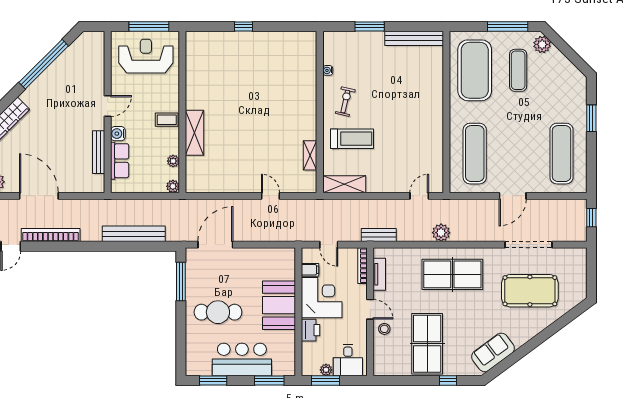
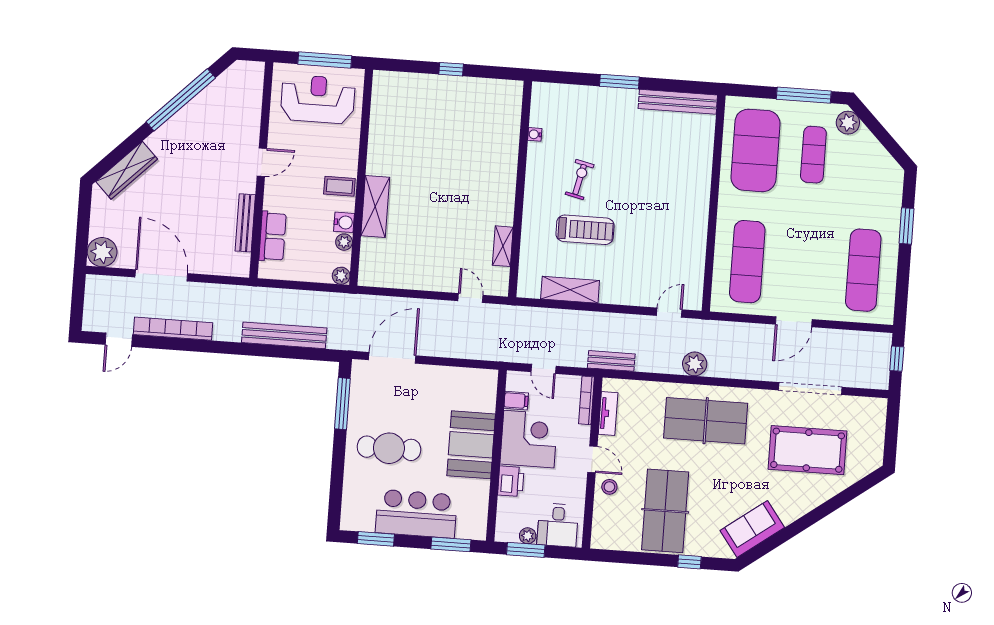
water cooler: (328, 70) -> (535, 134), moved
wall: (320, 112) -> (520, 189), moved
water cooler: (118, 134) -> (344, 222), moved, turned 180
shelving: (310, 155) -> (503, 246), moved

